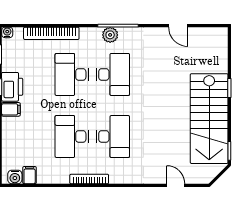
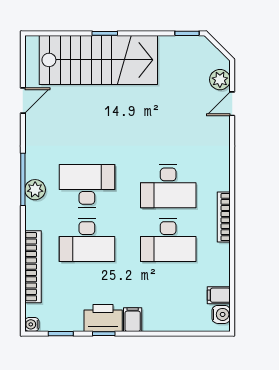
stairs: (209, 119) -> (98, 60), moved
desk: (113, 136) -> (168, 186), turned 180
plant: (194, 176) -> (220, 80), added

